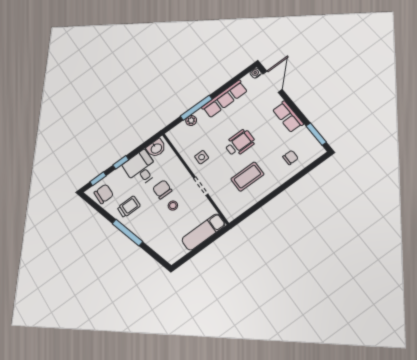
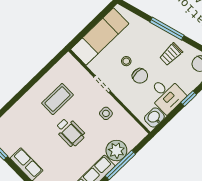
plant: (191, 121) -> (116, 151), width x1.88, depth x1.88
wheelchair: (240, 143) -> (70, 132), turned -90
chair: (290, 158) -> (19, 123), removed
exam couch: (204, 232) -> (100, 36), width x1.36, depth x1.45

